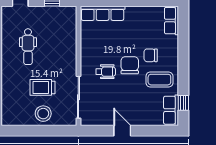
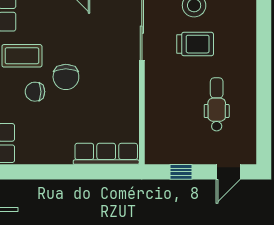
chair: (151, 55) -> (35, 92), turned 180
wheelchair: (106, 72) -> (102, 67), removed

